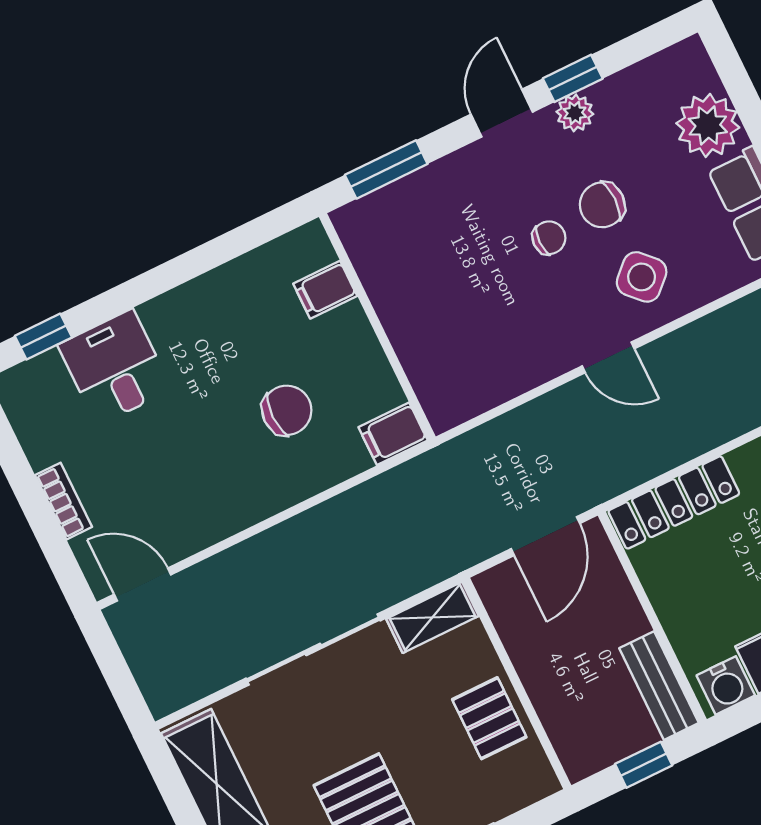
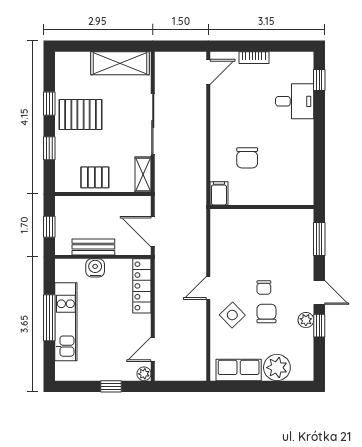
filing cabinet: (325, 290) -> (285, 194), removed
water cooler: (726, 685) -> (95, 268), moved, turned 90
bench: (659, 686) -> (93, 247), moved

